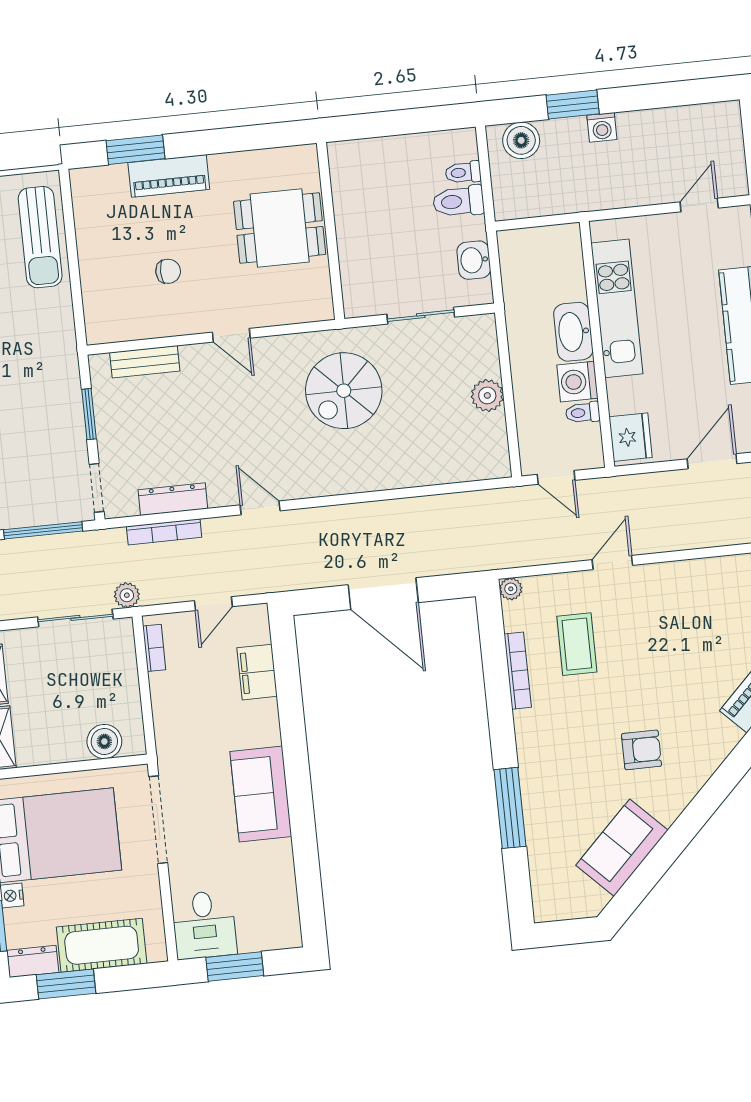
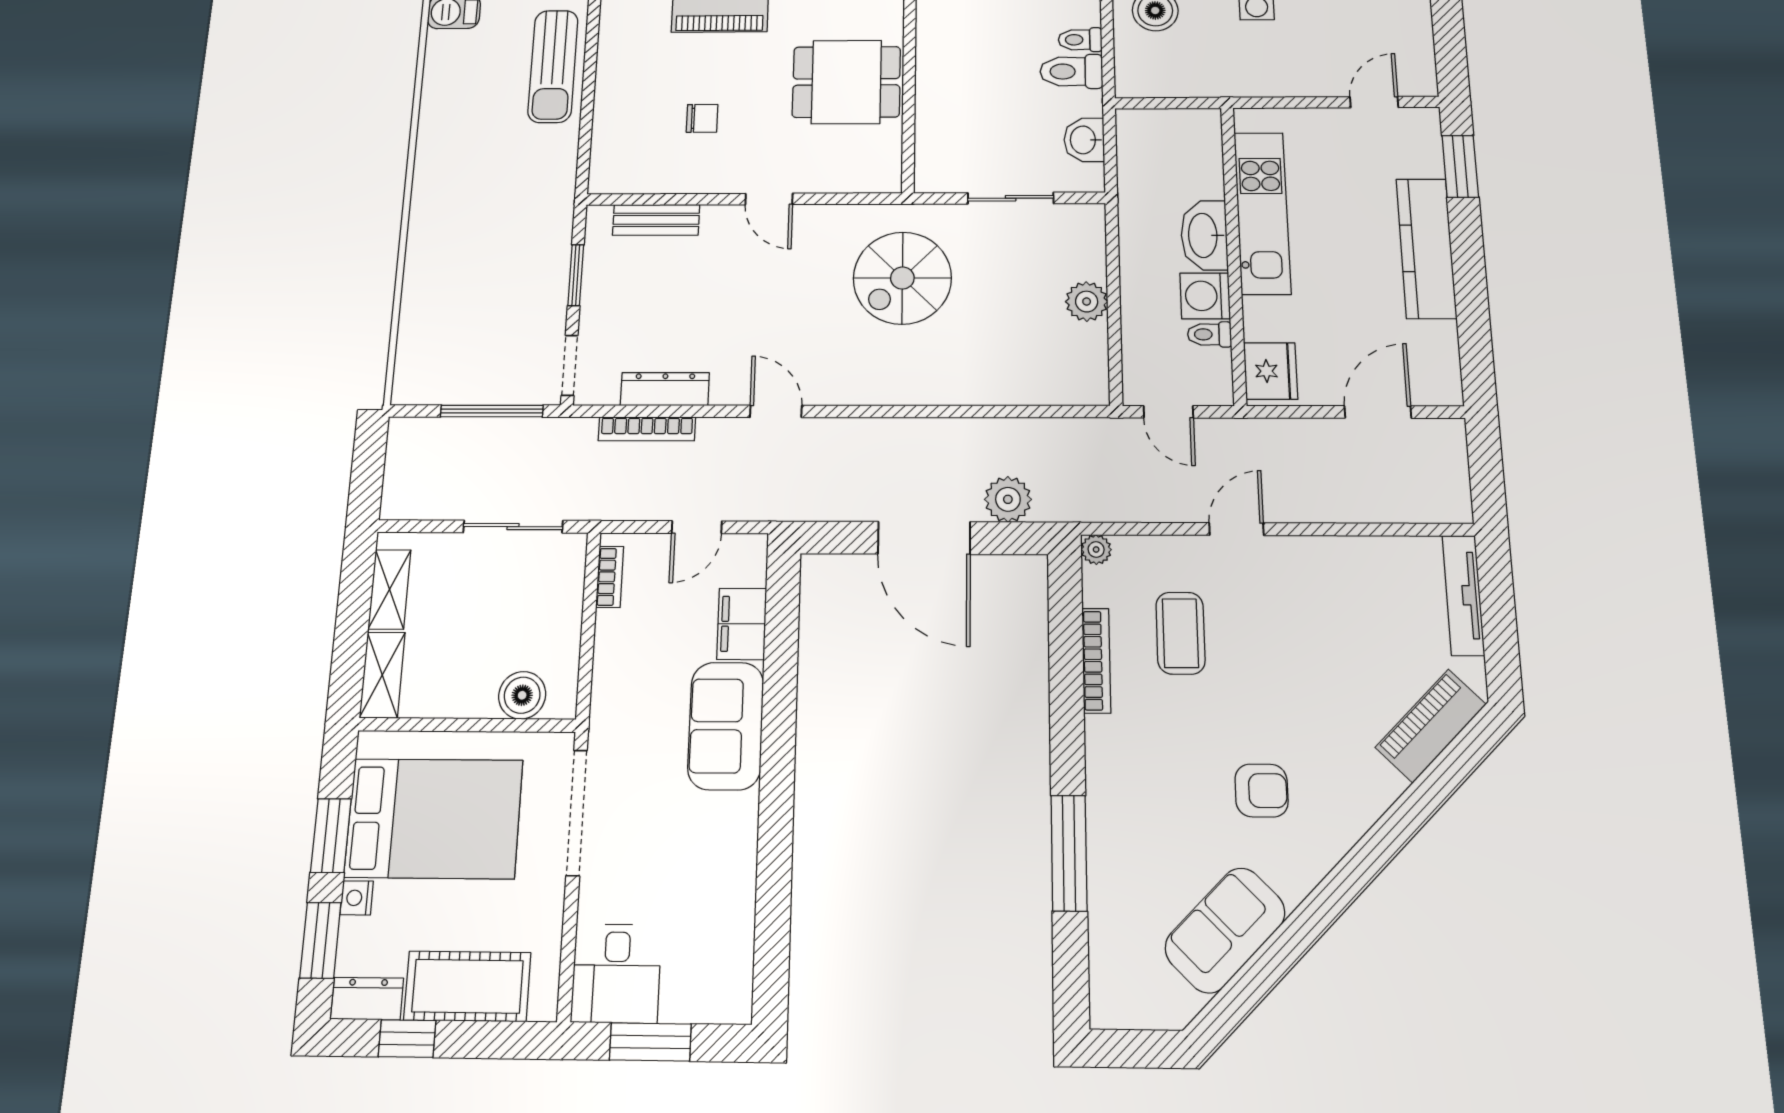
plant: (127, 595) -> (1008, 499), moved, width x1.38, depth x1.38
sofa: (261, 794) -> (726, 726), moved
window: (66, 984) -> (407, 1039), width x0.67

